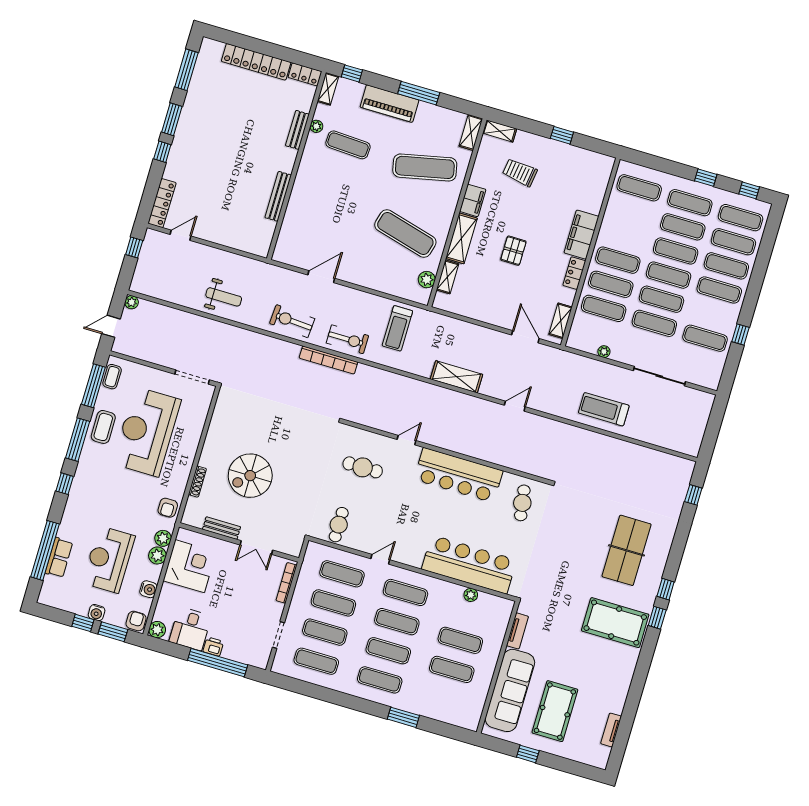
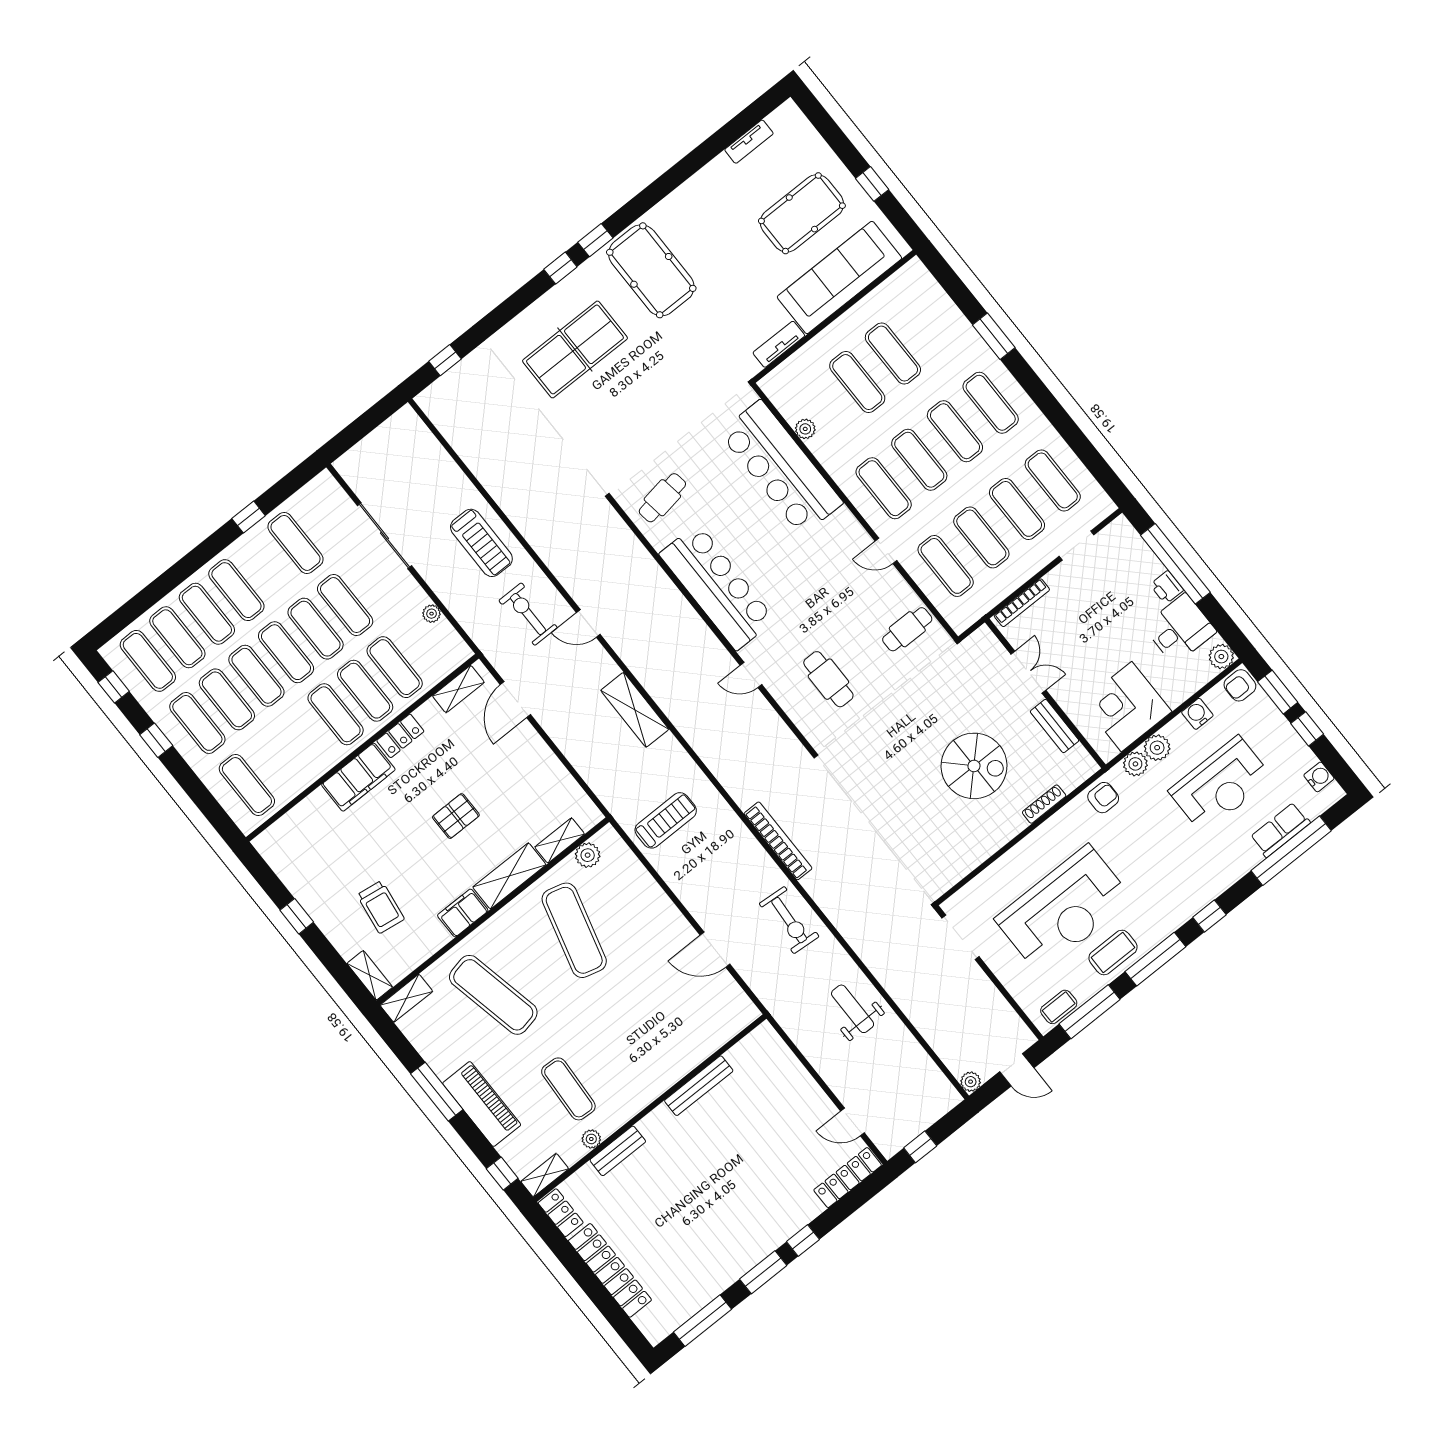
exercise bike: (347, 339) -> (528, 614), moved
water cooler: (97, 613) -> (1319, 777), moved

